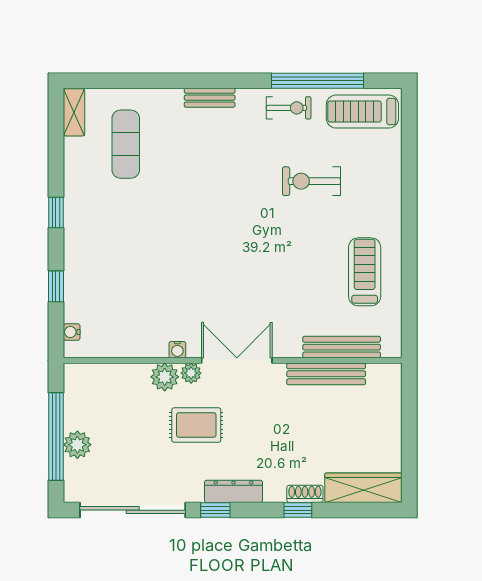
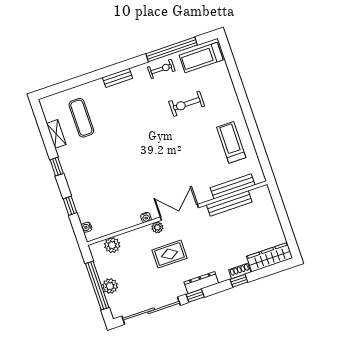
shelving: (74, 112) -> (56, 134), moved
plant: (165, 377) -> (112, 245), moved

